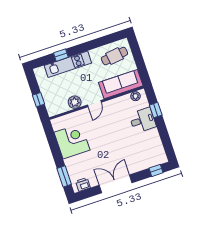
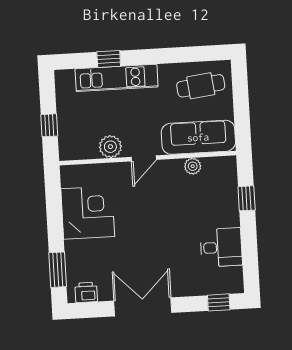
plant: (135, 96) -> (193, 166), moved
desk: (143, 120) -> (221, 247), moved

